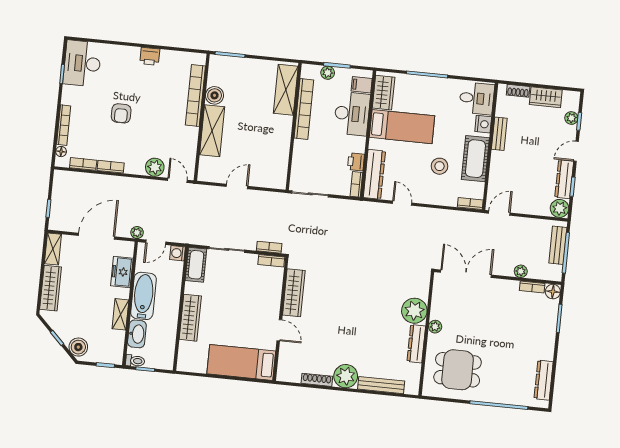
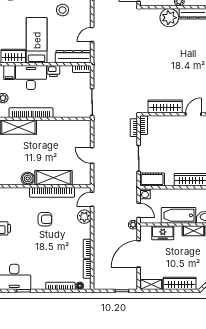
bookcase: (195, 95) -> (52, 192), moved
armchair: (121, 113) -> (45, 219), moved
printer: (356, 162) -> (53, 71), moved
door: (96, 236) -> (139, 254), hinge flipped

